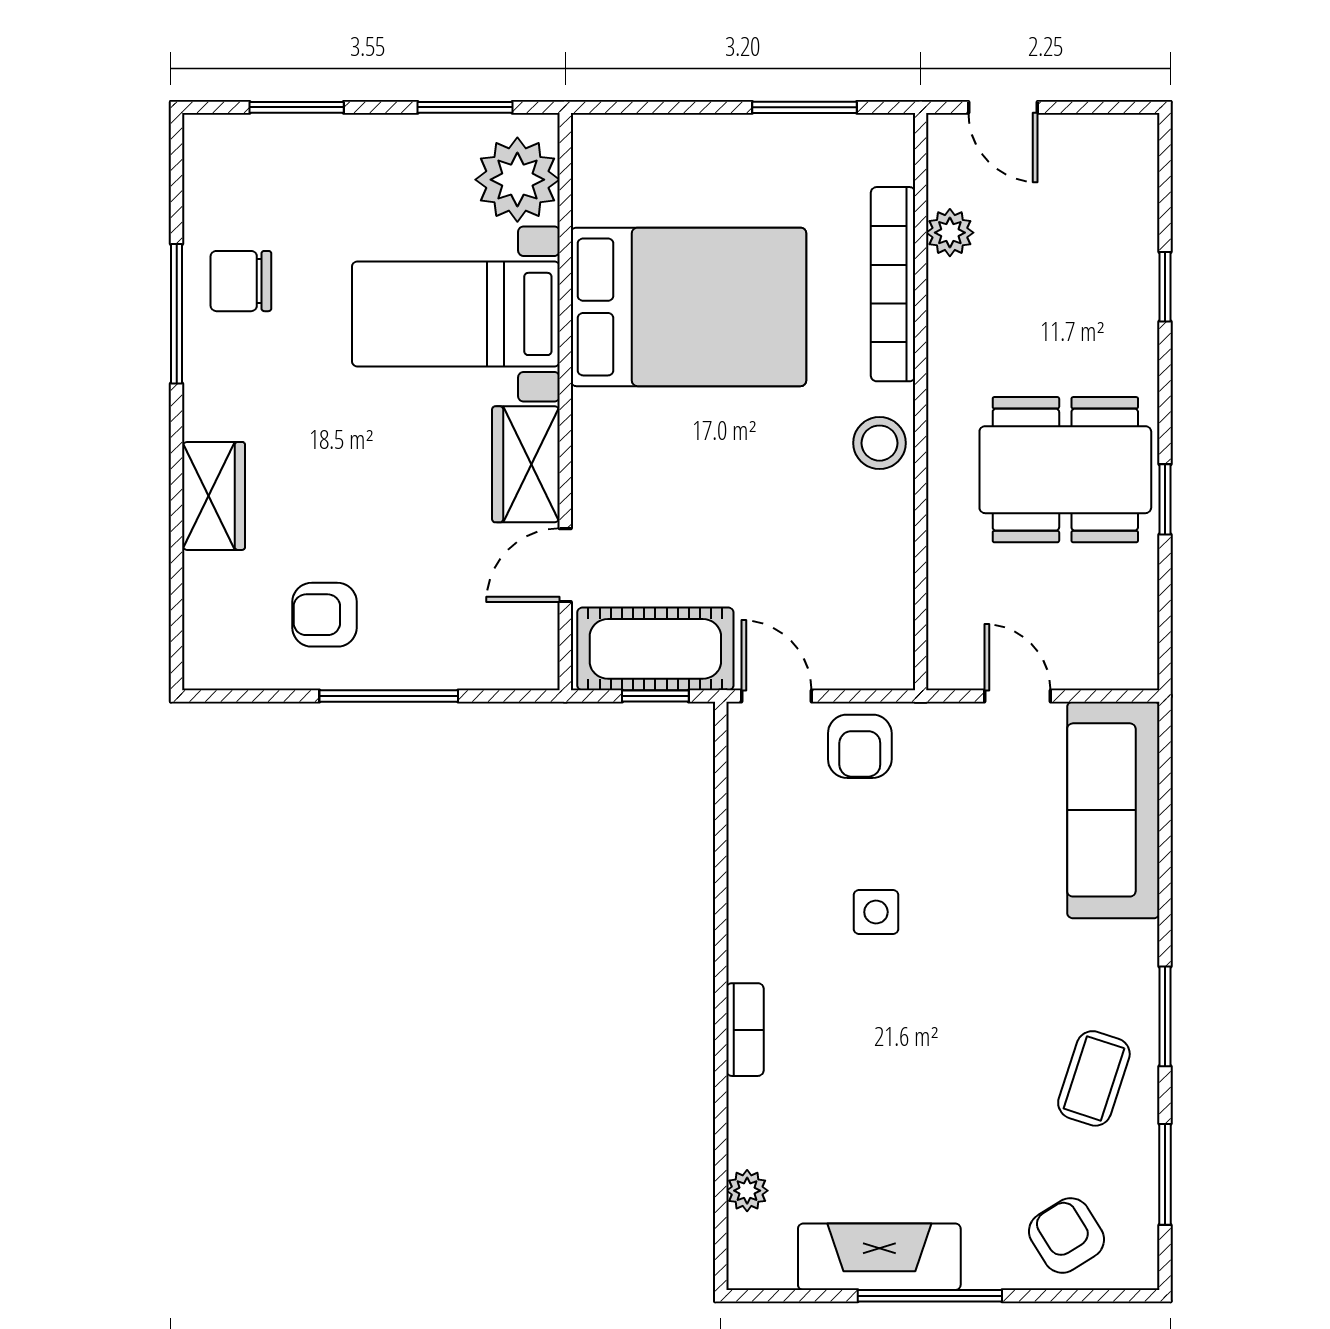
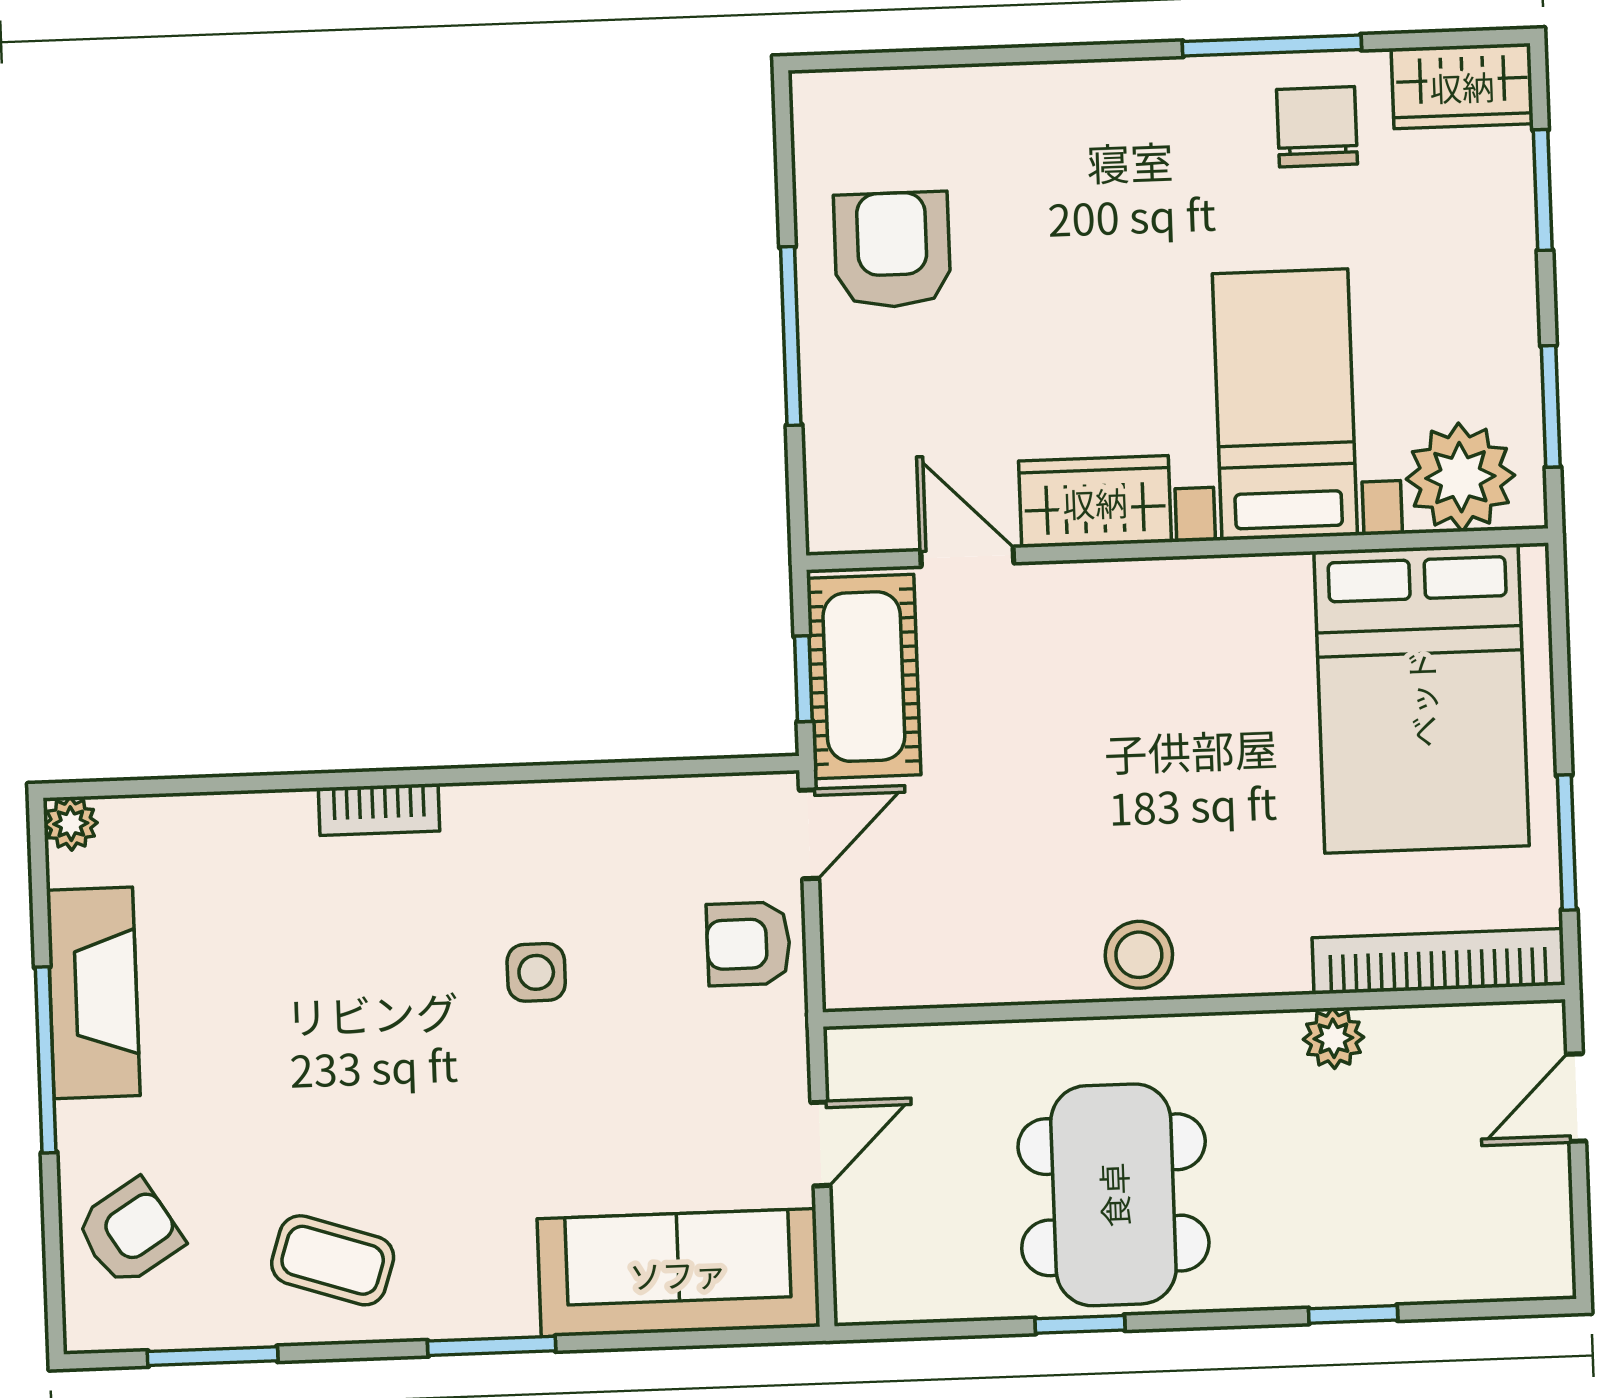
plant: (950, 233) -> (1333, 1038), moved
bookcase: (893, 284) -> (1438, 961), moved
bed: (688, 307) -> (1421, 699), moved
wardrobe: (214, 496) -> (1462, 86), moved
armchair: (325, 615) -> (892, 250), width x1.38, depth x1.38
window: (1165, 1016) -> (492, 1346), moved
plant: (747, 1191) -> (71, 824), moved

